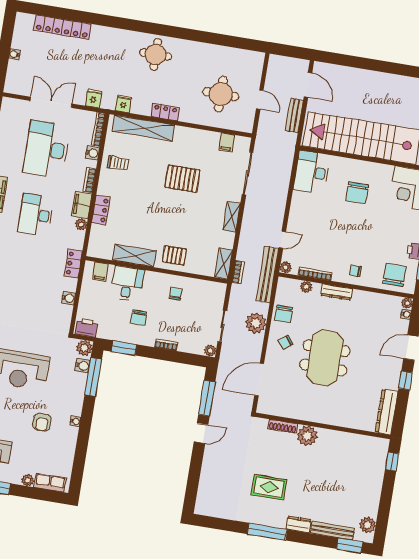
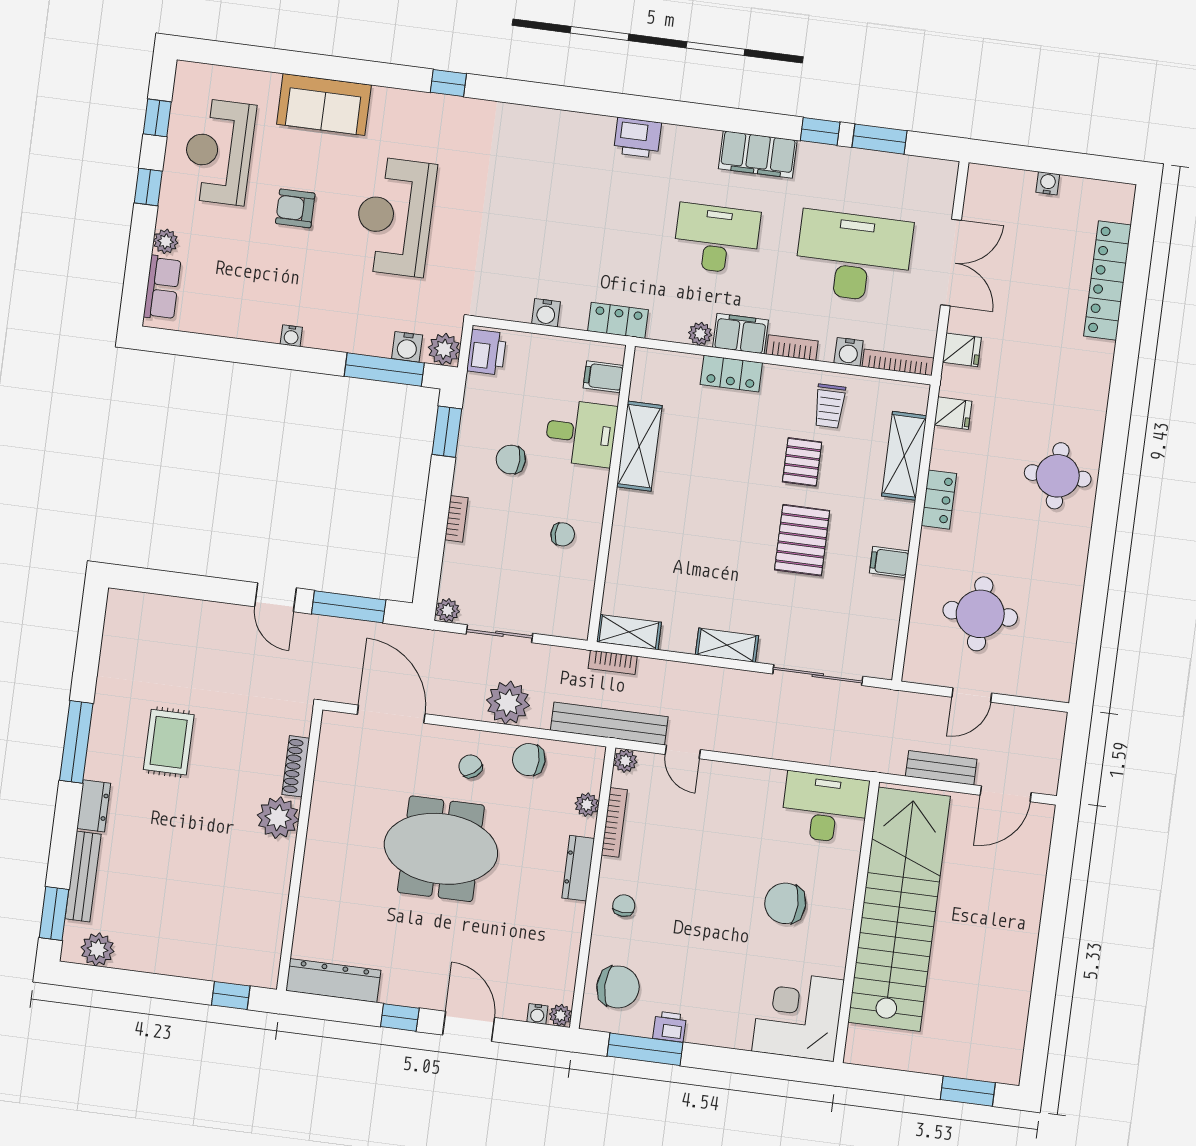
shelving: (143, 128) -> (904, 456), width x0.68
filing cabinet: (227, 142) -> (889, 562), moved
pallet: (174, 255) -> (802, 462), moved
armchair: (42, 422) -> (295, 208), moved

